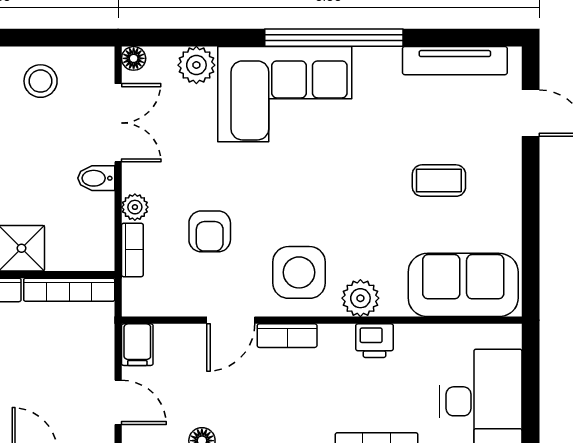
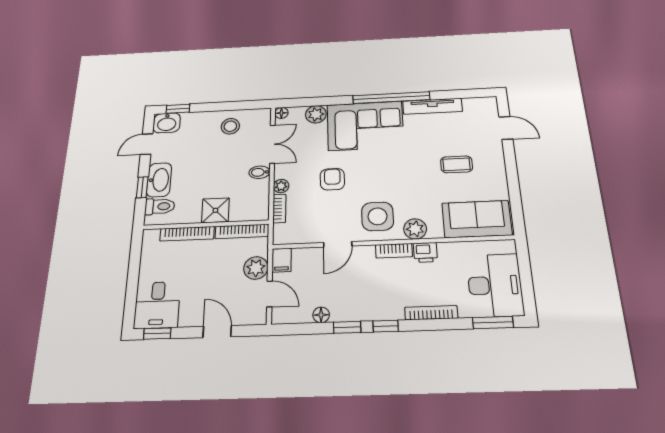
tv unit: (455, 61) -> (433, 106), moved
armchair: (210, 231) -> (332, 179), moved, turned 180
bookcase: (287, 336) -> (394, 251), moved
plant: (95, 357) -> (256, 268), added

